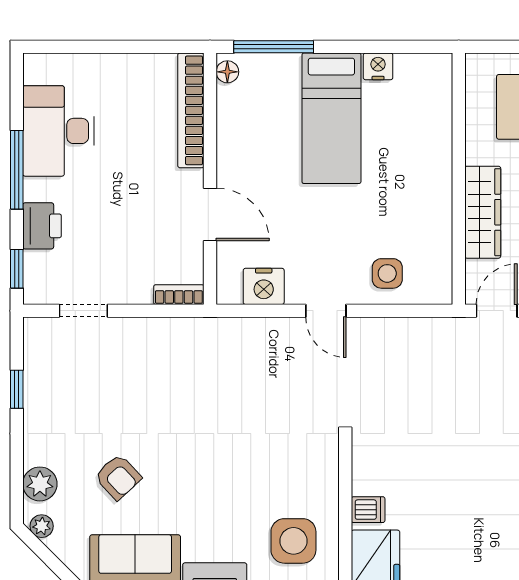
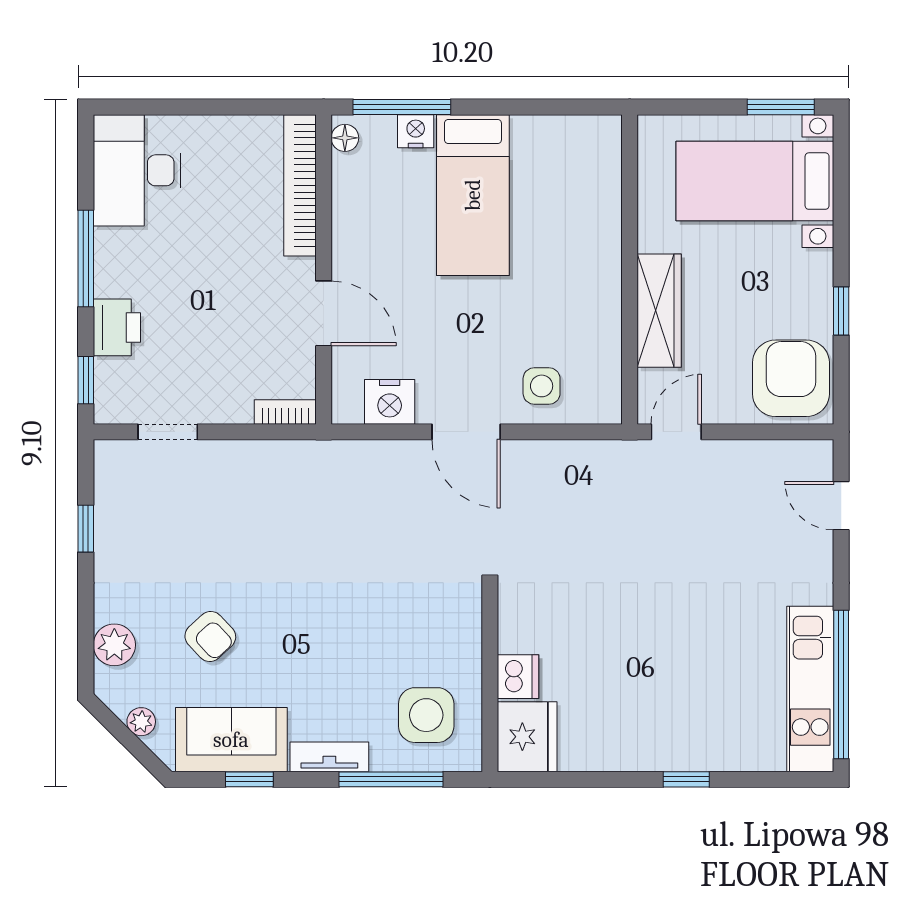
nightstand: (378, 66) -> (416, 131), moved
desk: (58, 131) -> (137, 170), moved
door: (326, 311) -> (466, 432), width x1.38
dishwasher: (368, 510) -> (518, 677), width x1.38
plant: (42, 526) -> (141, 722), moved

